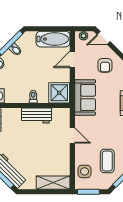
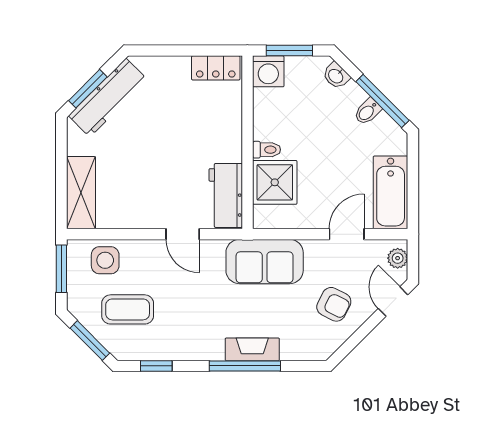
door: (72, 59) -> (347, 234), hinge flipped
armchair: (105, 65) -> (334, 304), turned -153
shower: (59, 93) -> (275, 182), moved
workbench: (37, 115) -> (226, 195), moved
door: (72, 135) -> (183, 234), hinge flipped

